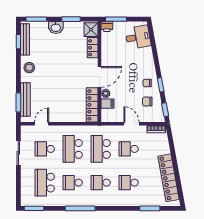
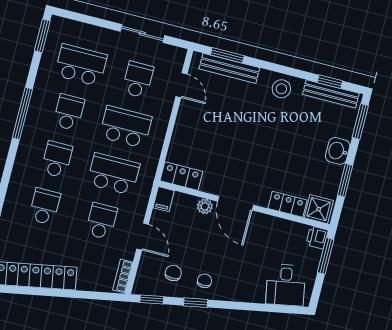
filing cabinet: (108, 104) -> (164, 199), moved
locker: (92, 105) -> (181, 176), width x0.66
door: (131, 124) -> (143, 237), hinge flipped

